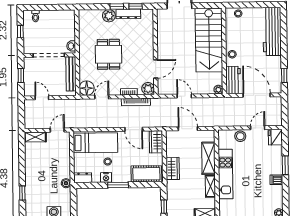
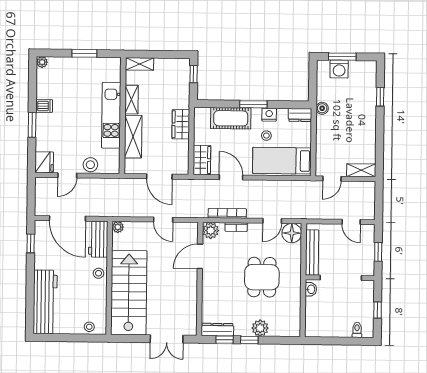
dresser: (128, 14) -> (217, 330), moved
cot: (146, 174) -> (231, 118), moved

